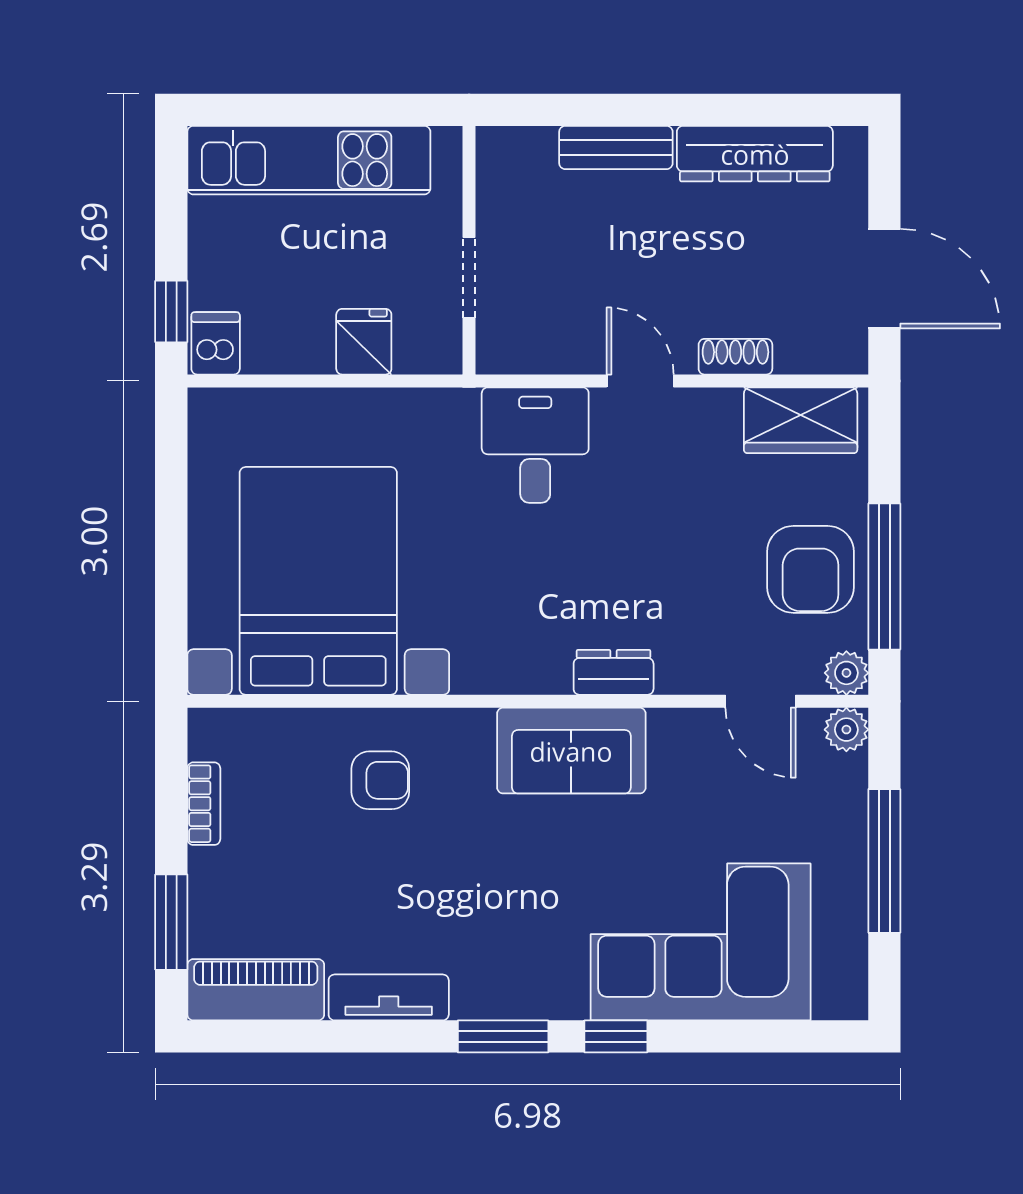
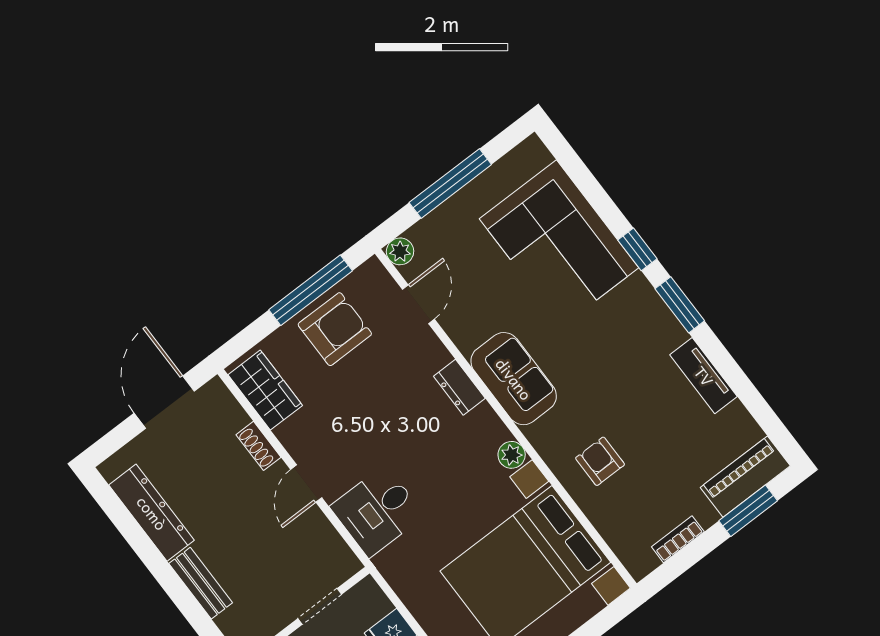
plant: (846, 673) -> (512, 455), moved
piano: (256, 990) -> (745, 477), moved, turned 90

